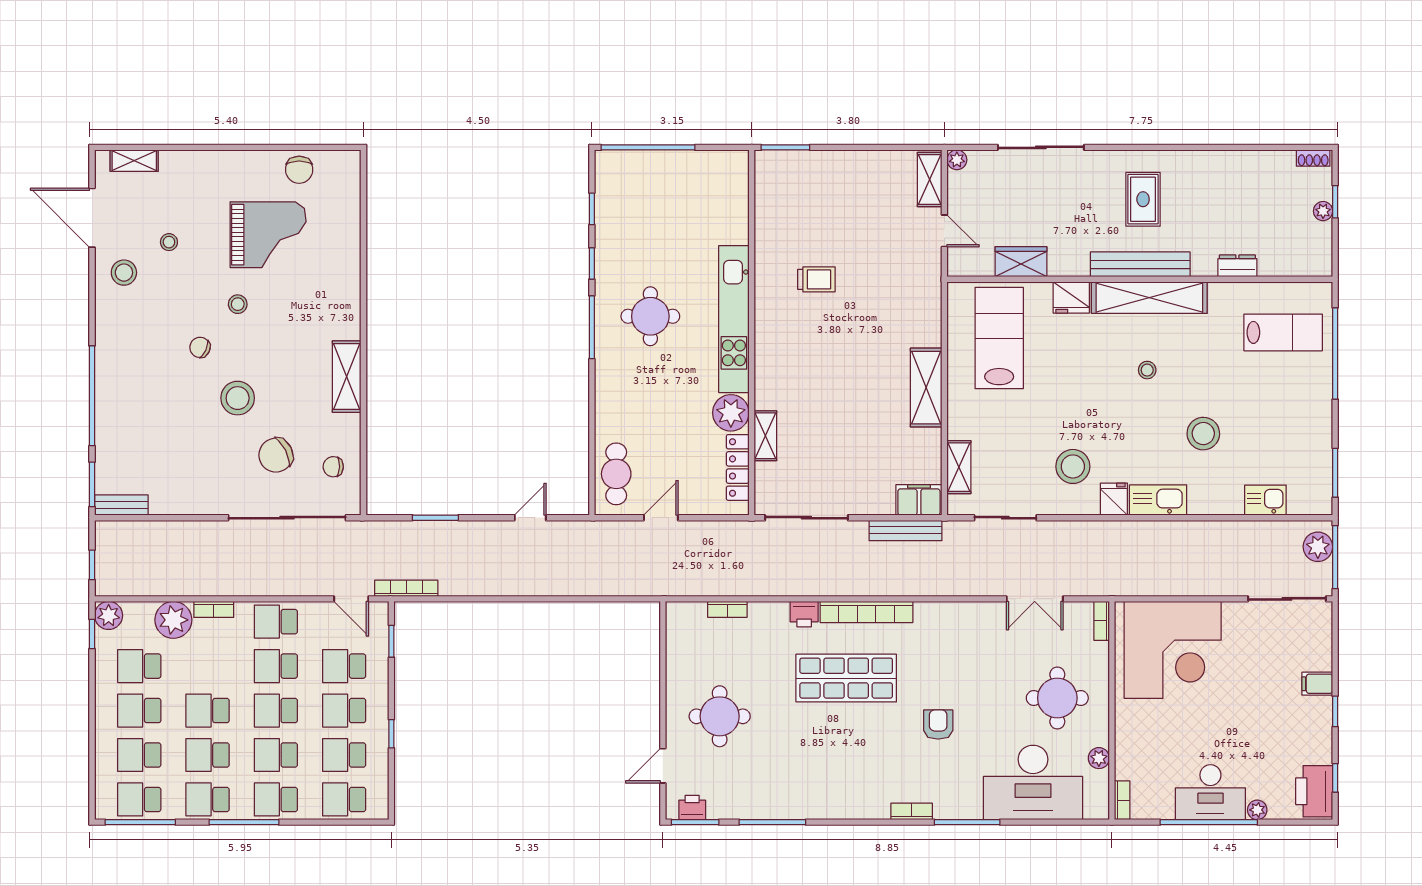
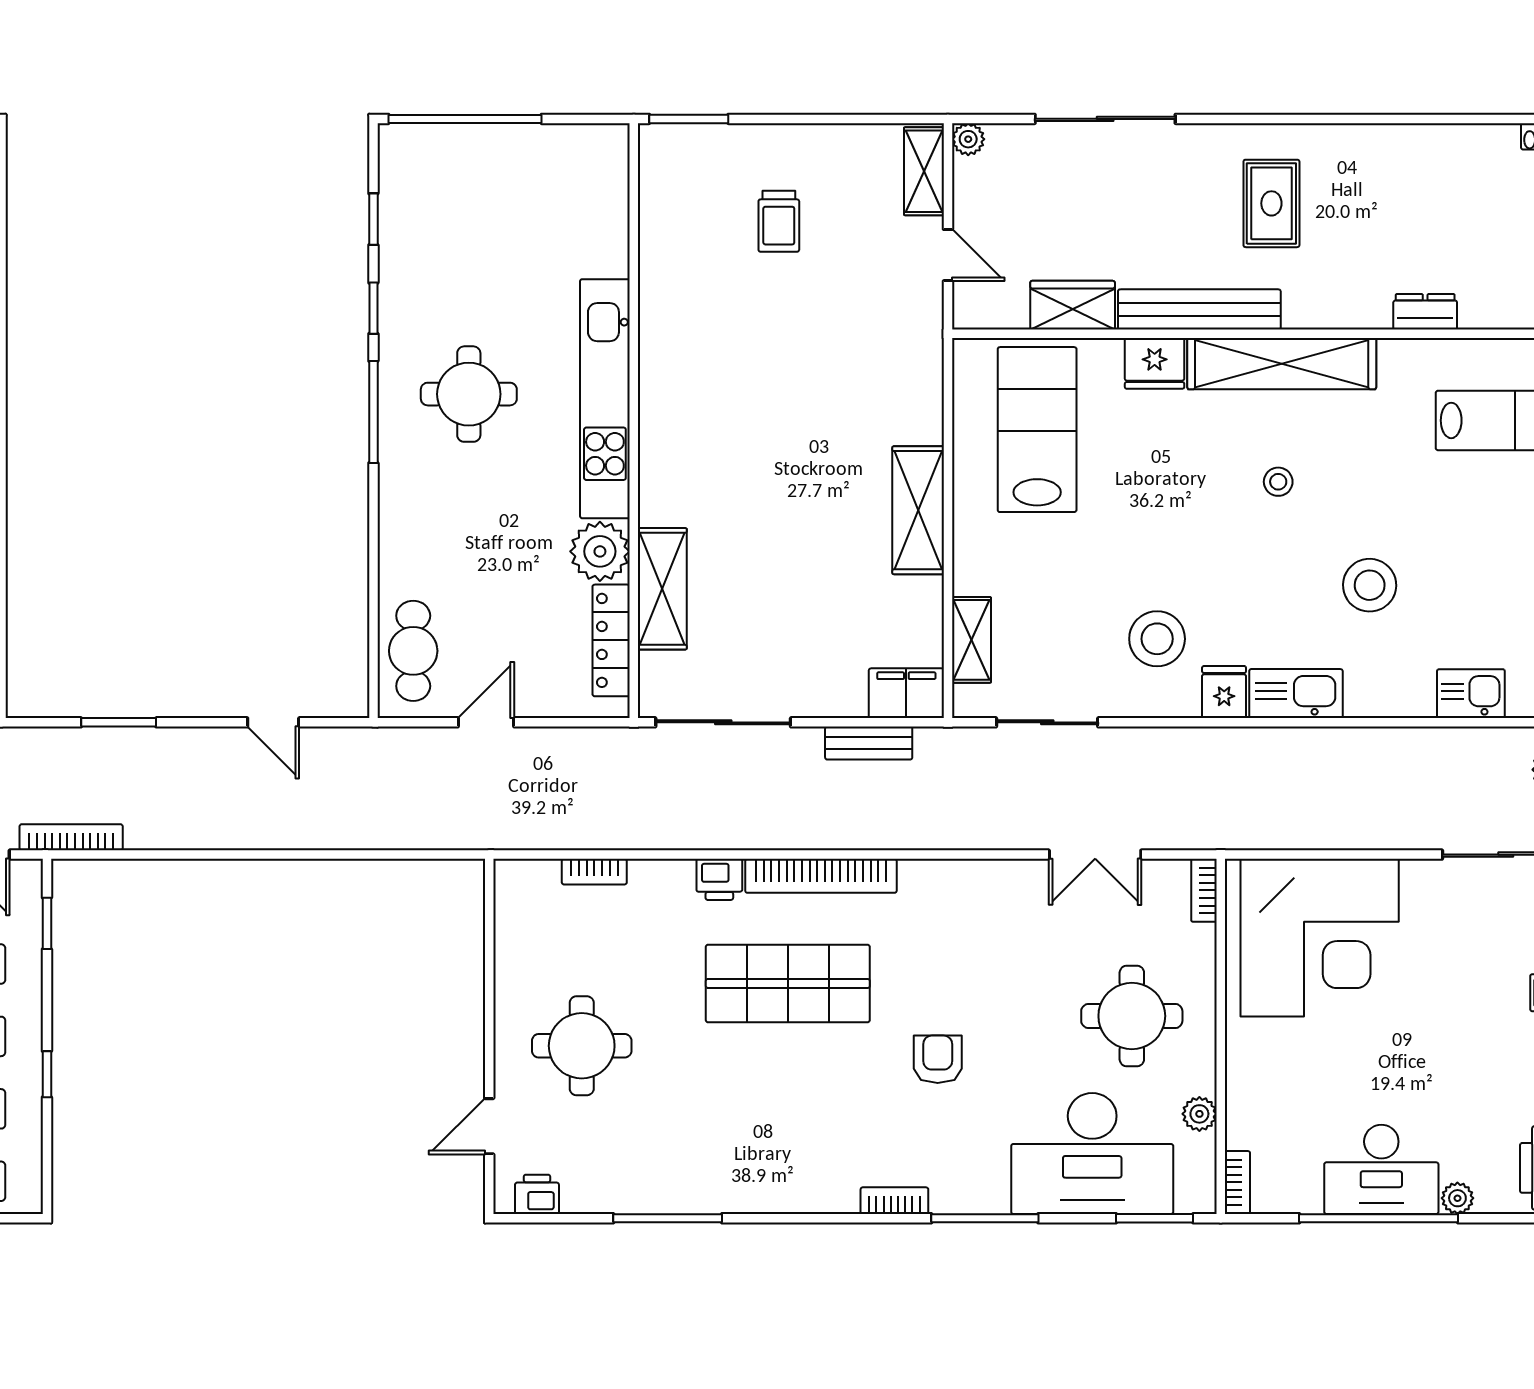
bench: (1140, 264) -> (1199, 309), moved
trolley: (816, 279) -> (779, 221), moved, turned 90
shelving: (765, 436) -> (662, 589), width x1.50, depth x1.33
door: (530, 518) -> (273, 722), swing flipped
bench: (906, 530) -> (869, 743), width x0.73
window: (695, 822) -> (1155, 1218), moved

